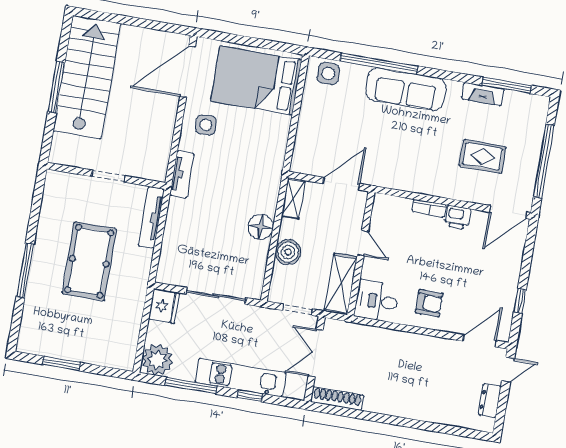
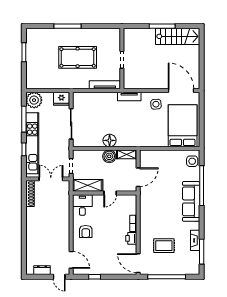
stairs: (87, 77) -> (178, 36), width x0.73, depth x0.66
rug: (483, 156) -> (164, 246), turned 90
door: (341, 184) -> (138, 177), hinge flipped
boiler: (288, 252) -> (109, 156), moved
kitchen unit: (241, 377) -> (32, 143), width x1.36

